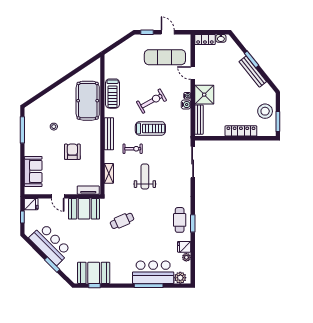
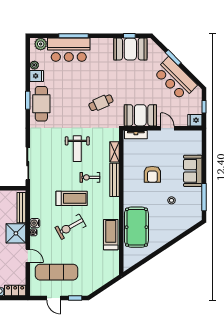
treadmill: (150, 128) -> (72, 198), turned 180
bench: (109, 134) -> (114, 180), moved
sofa: (33, 171) -> (193, 171), moved
cafe table: (180, 220) -> (41, 104), width x1.37, depth x1.35

